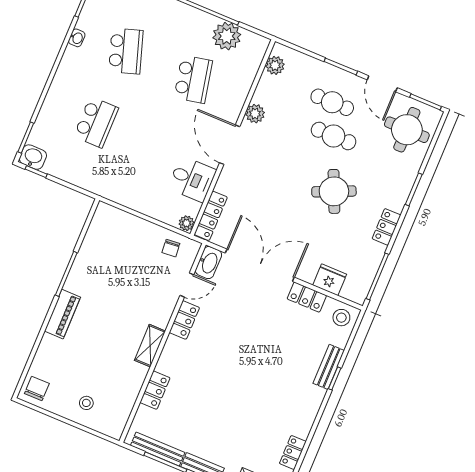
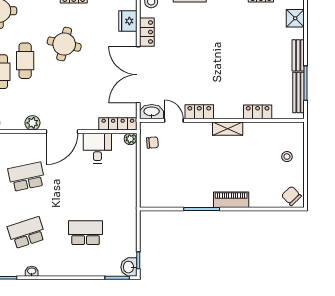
round table: (334, 191) -> (64, 44), turned 37
chair: (37, 388) -> (291, 196), turned 46

